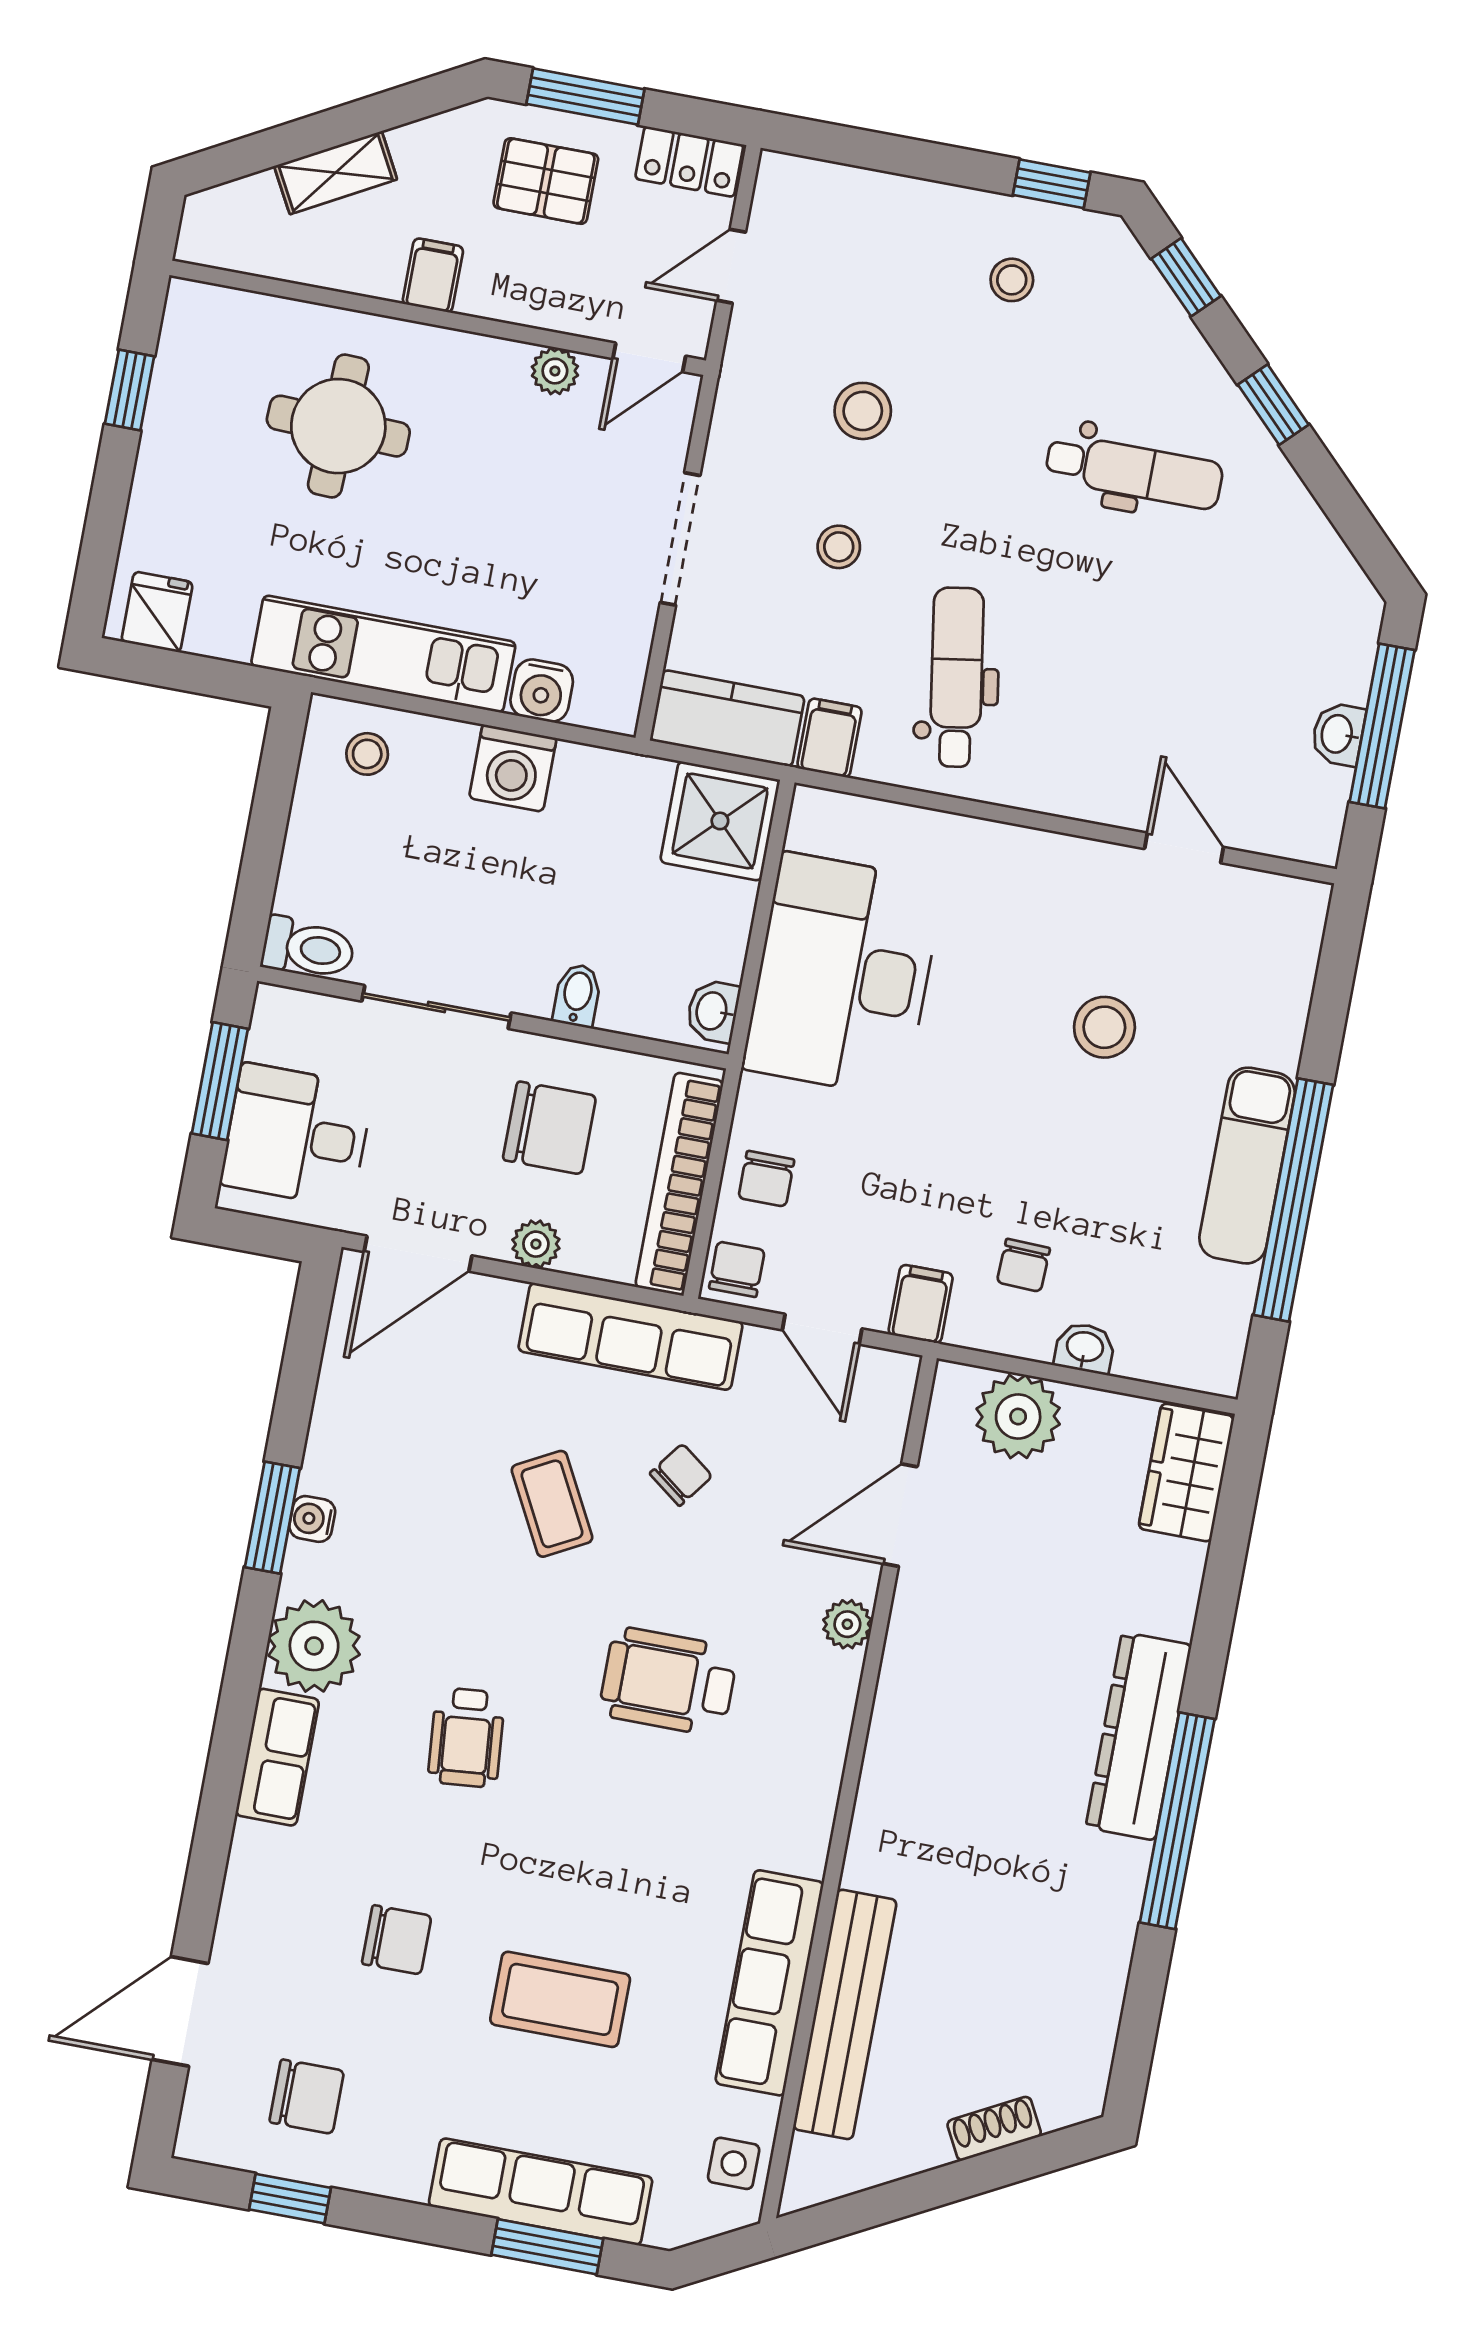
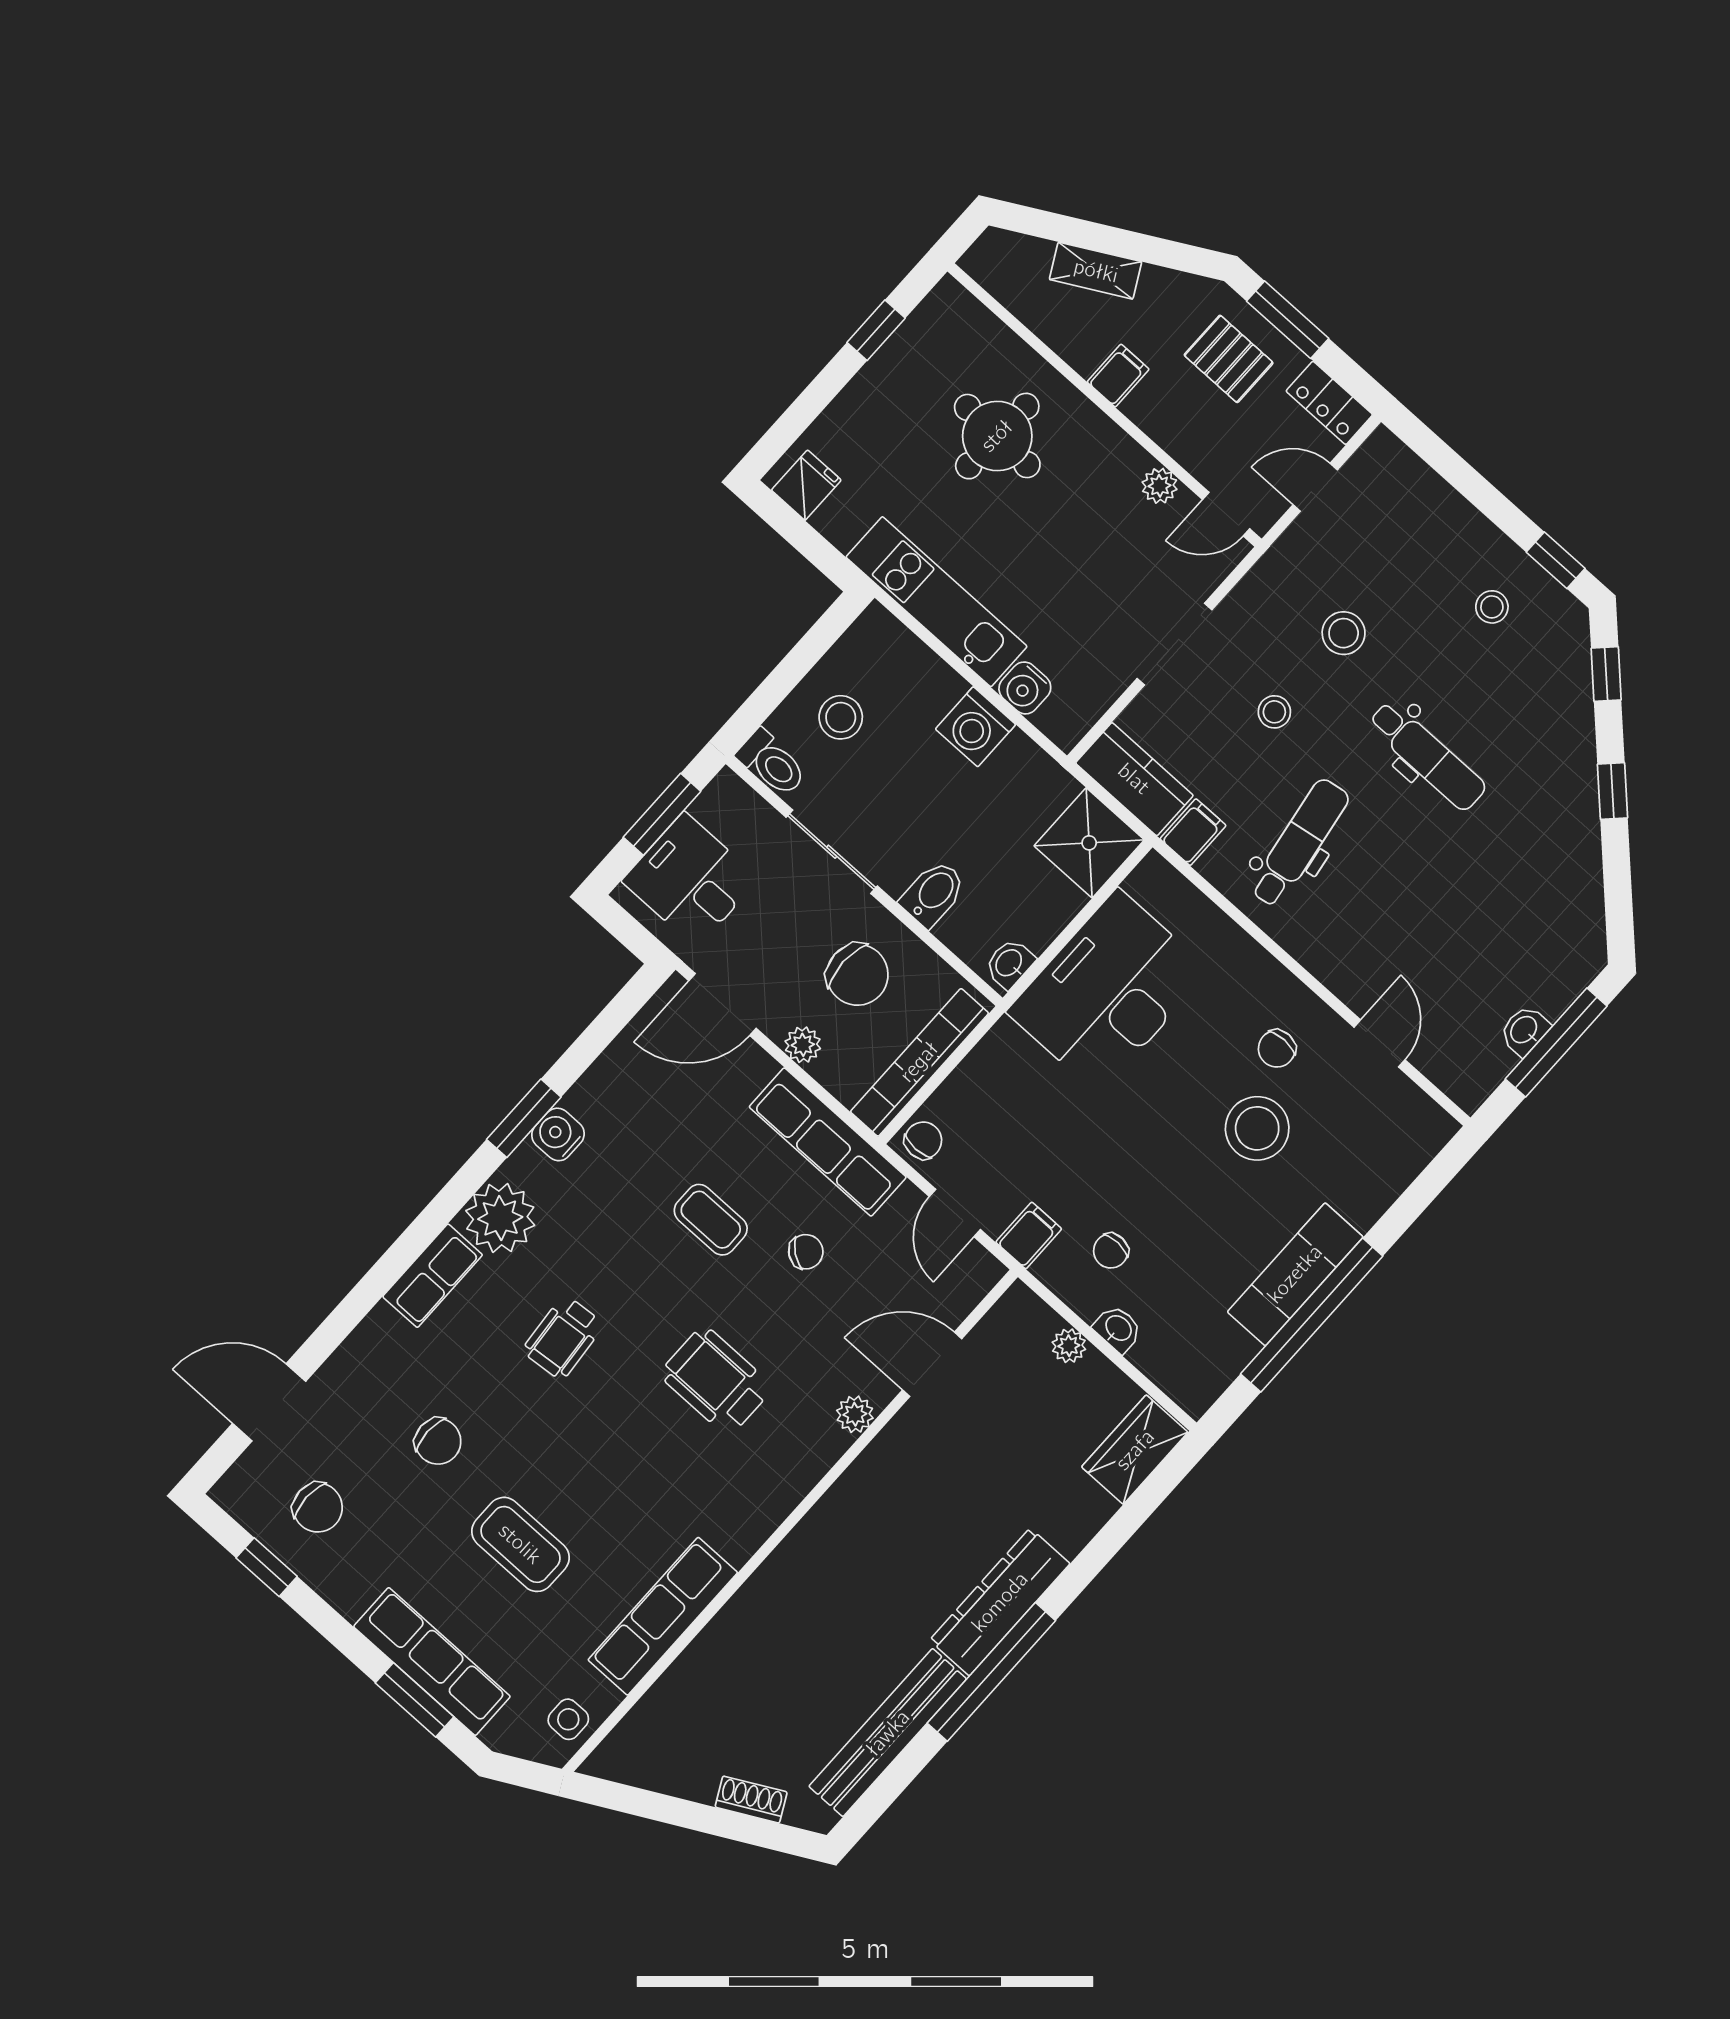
dental chair: (1134, 471) -> (1427, 756), moved
stool: (367, 754) -> (841, 717), moved, width x1.37, depth x1.37
bidet: (577, 995) -> (933, 894), width x1.38, depth x1.36
stool: (1104, 1027) -> (1257, 1128), width x1.38, depth x1.38
chair: (766, 1179) -> (1277, 1049), moved
plant: (1018, 1417) -> (1069, 1346), width x0.53, depth x0.53
coffee table: (552, 1504) -> (711, 1220), turned -62
water cooler: (312, 1519) -> (558, 1134), width x1.38, depth x1.38
bench: (845, 2014) -> (888, 1733), moved

